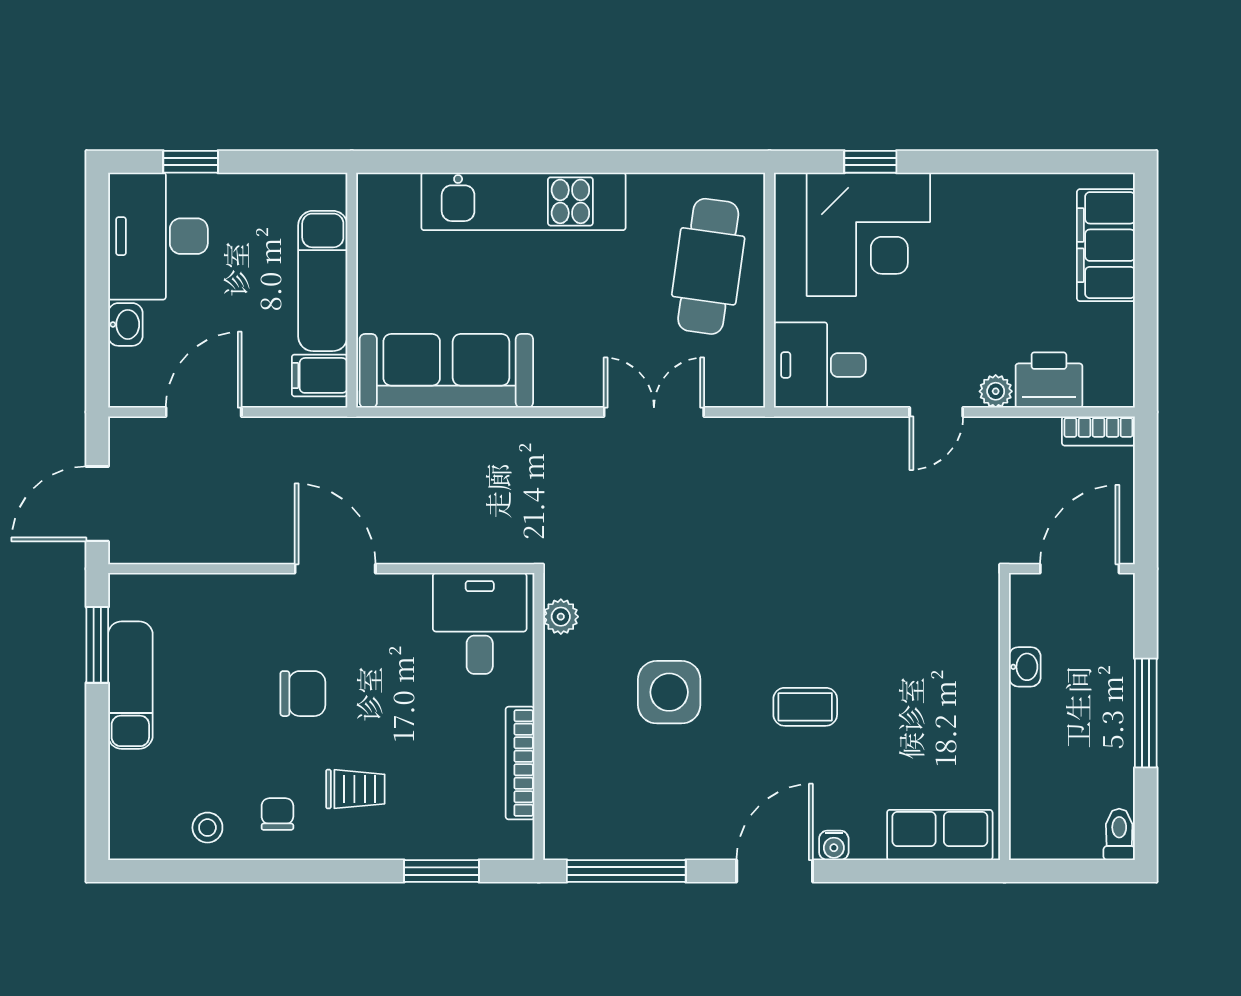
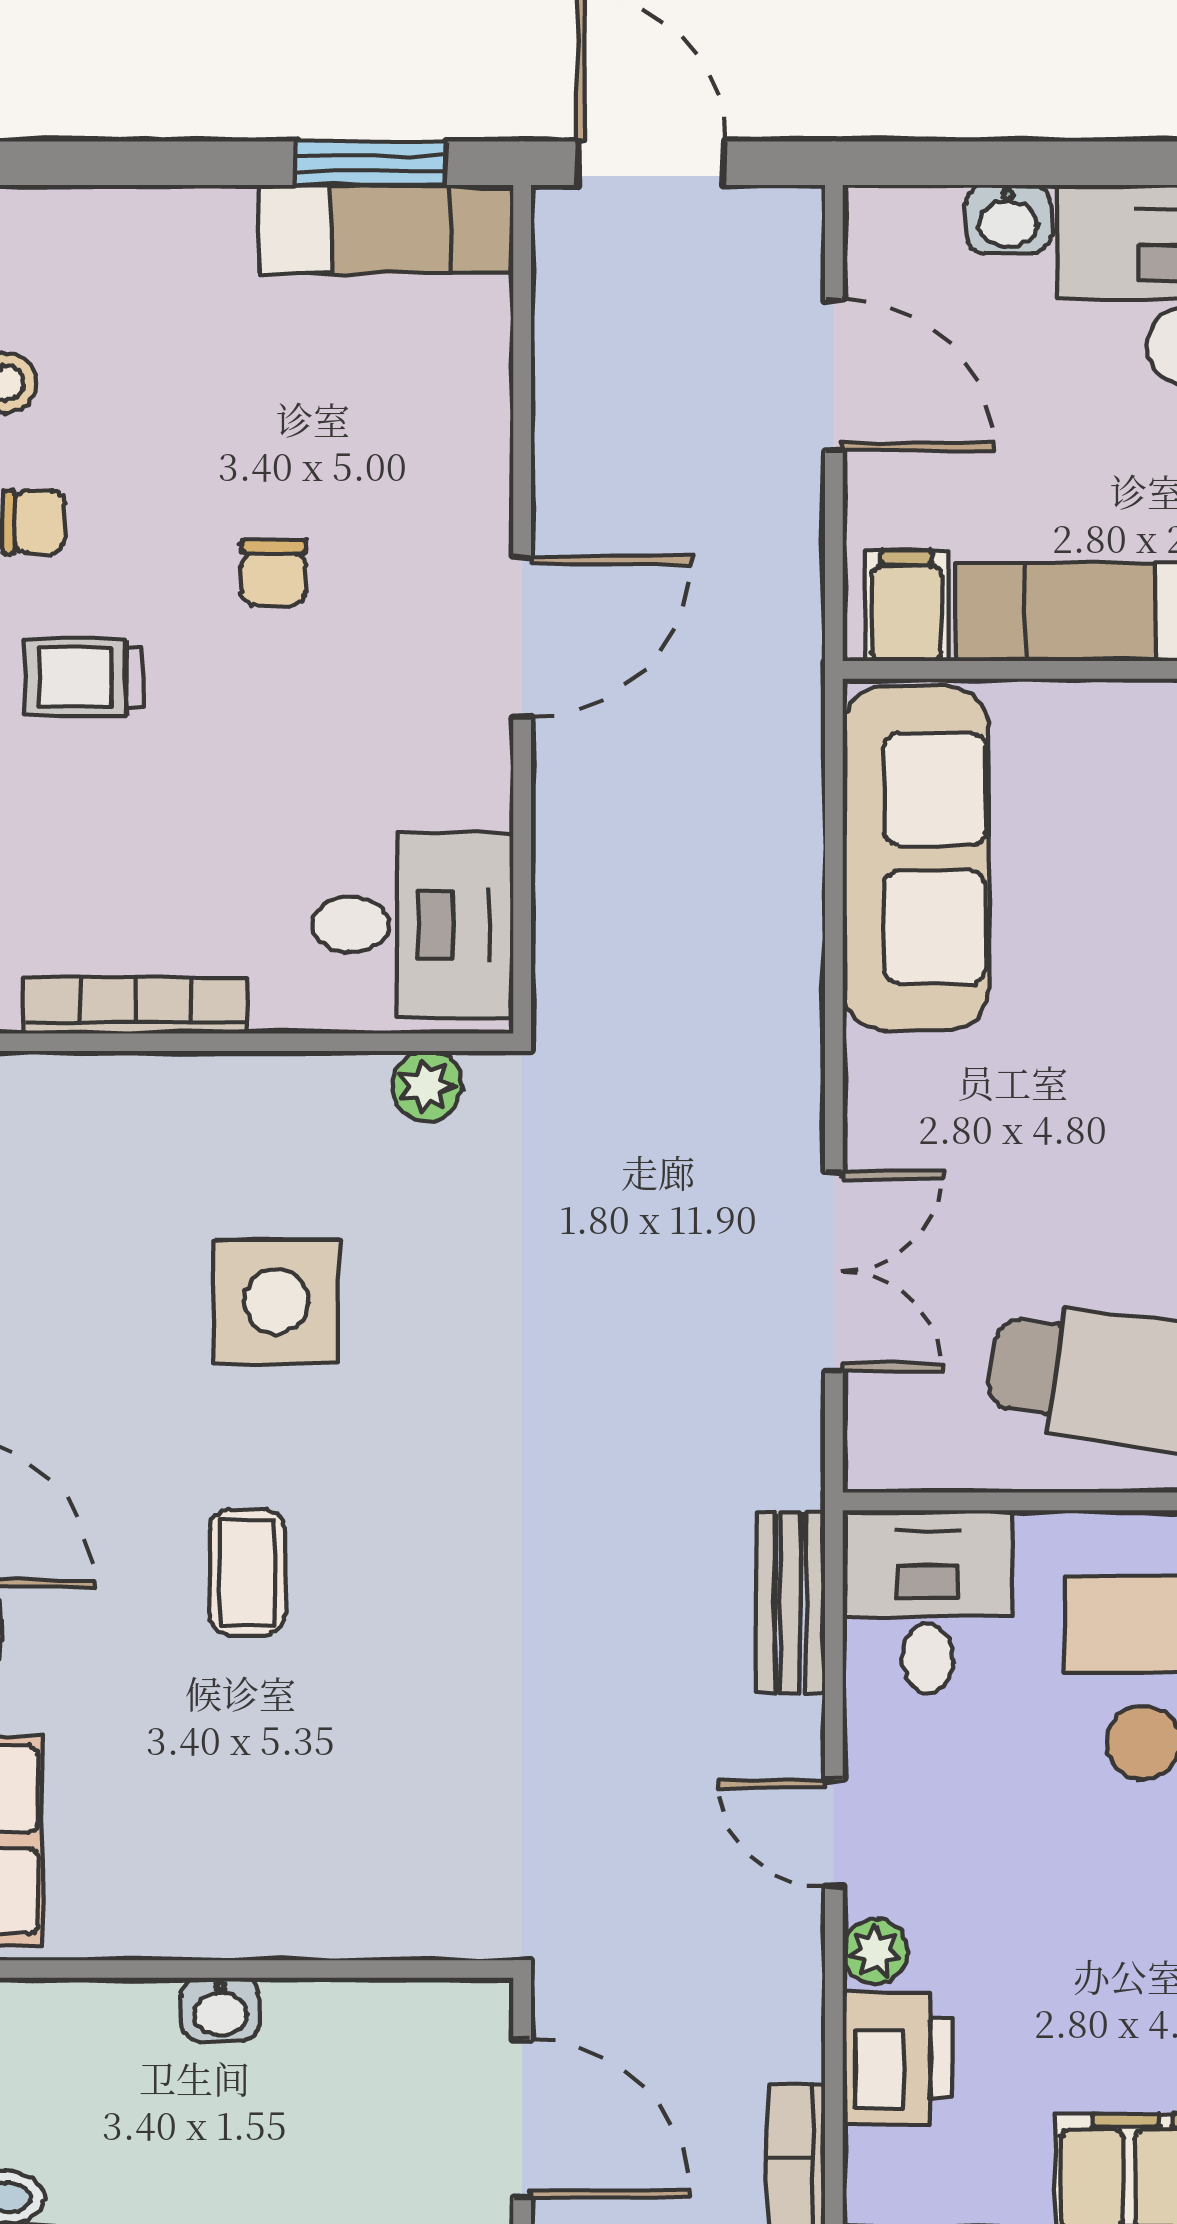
bench: (821, 434) -> (791, 1603), added
washbasin: (1025, 667) -> (221, 2009), moved
exam couch: (130, 685) -> (387, 229), moved
chair: (303, 694) -> (273, 573), width x0.73, depth x0.73
trolley: (355, 789) -> (83, 677), turned 90

